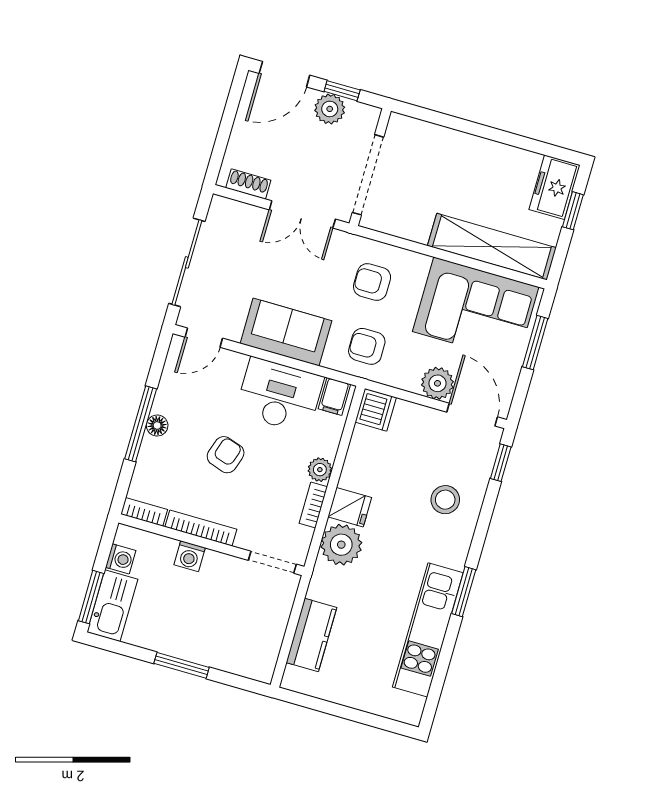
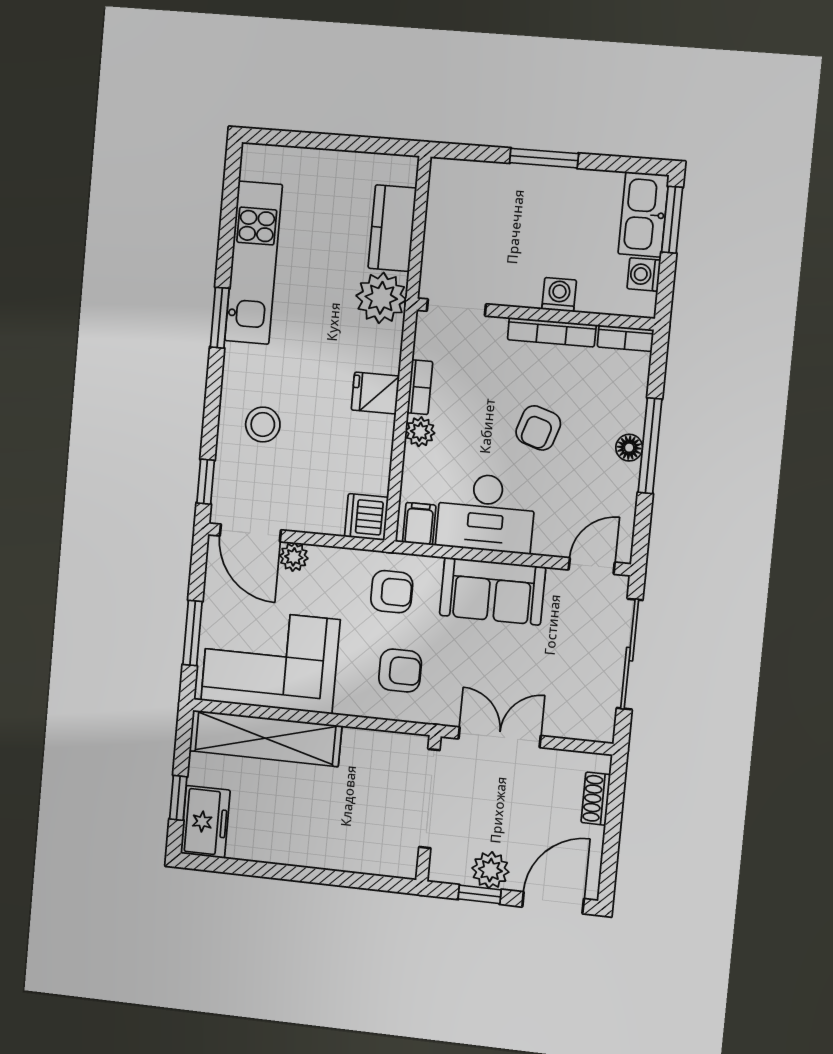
shoe rack: (248, 184) -> (596, 799), moved, turned 90
plant: (437, 383) -> (294, 557), width x0.73, depth x0.73
plant: (341, 545) -> (381, 298), moved

